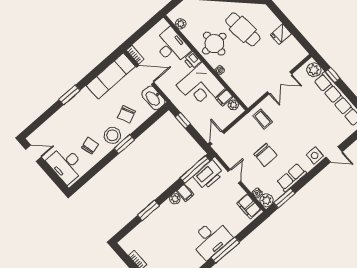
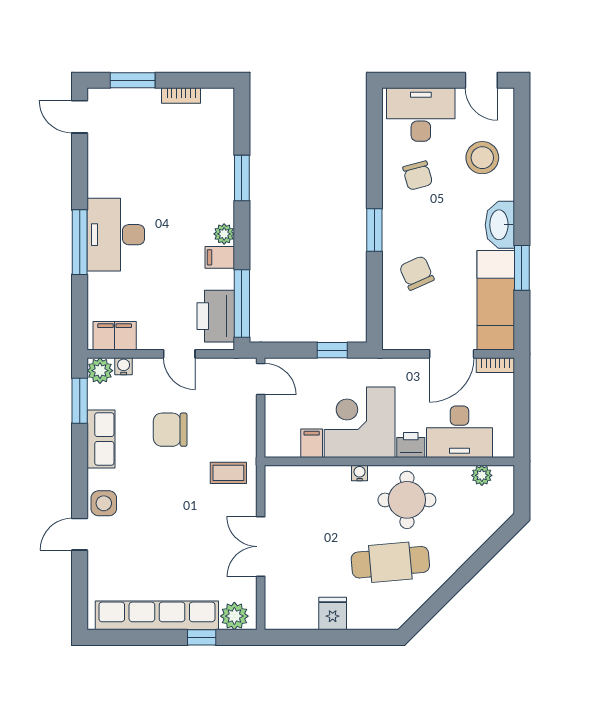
window: (70, 95) -> (522, 268), moved
washbasin: (153, 98) -> (500, 225), moved, turned -90
plant: (233, 105) -> (289, 447), removed
stool: (112, 135) -> (482, 158), moved
door: (34, 153) -> (481, 80), hinge flipped

